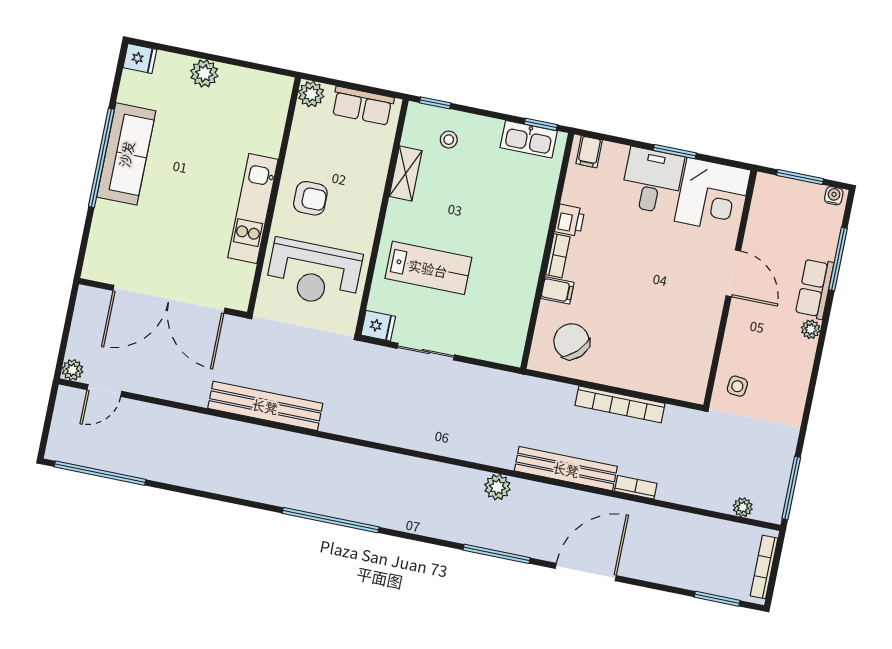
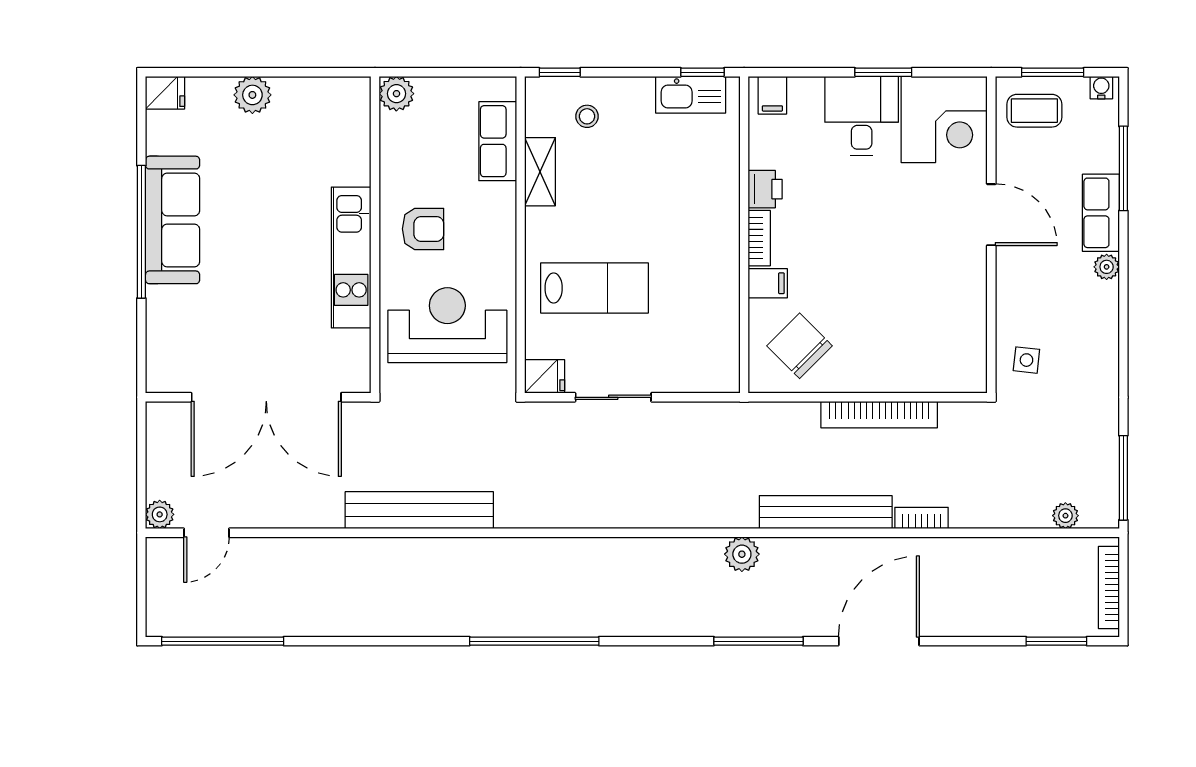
row of seats: (363, 106) -> (498, 141), moved, turned 90
coffee table: (781, 203) -> (1034, 111), added
reception desk: (314, 273) -> (447, 325), turned 180

